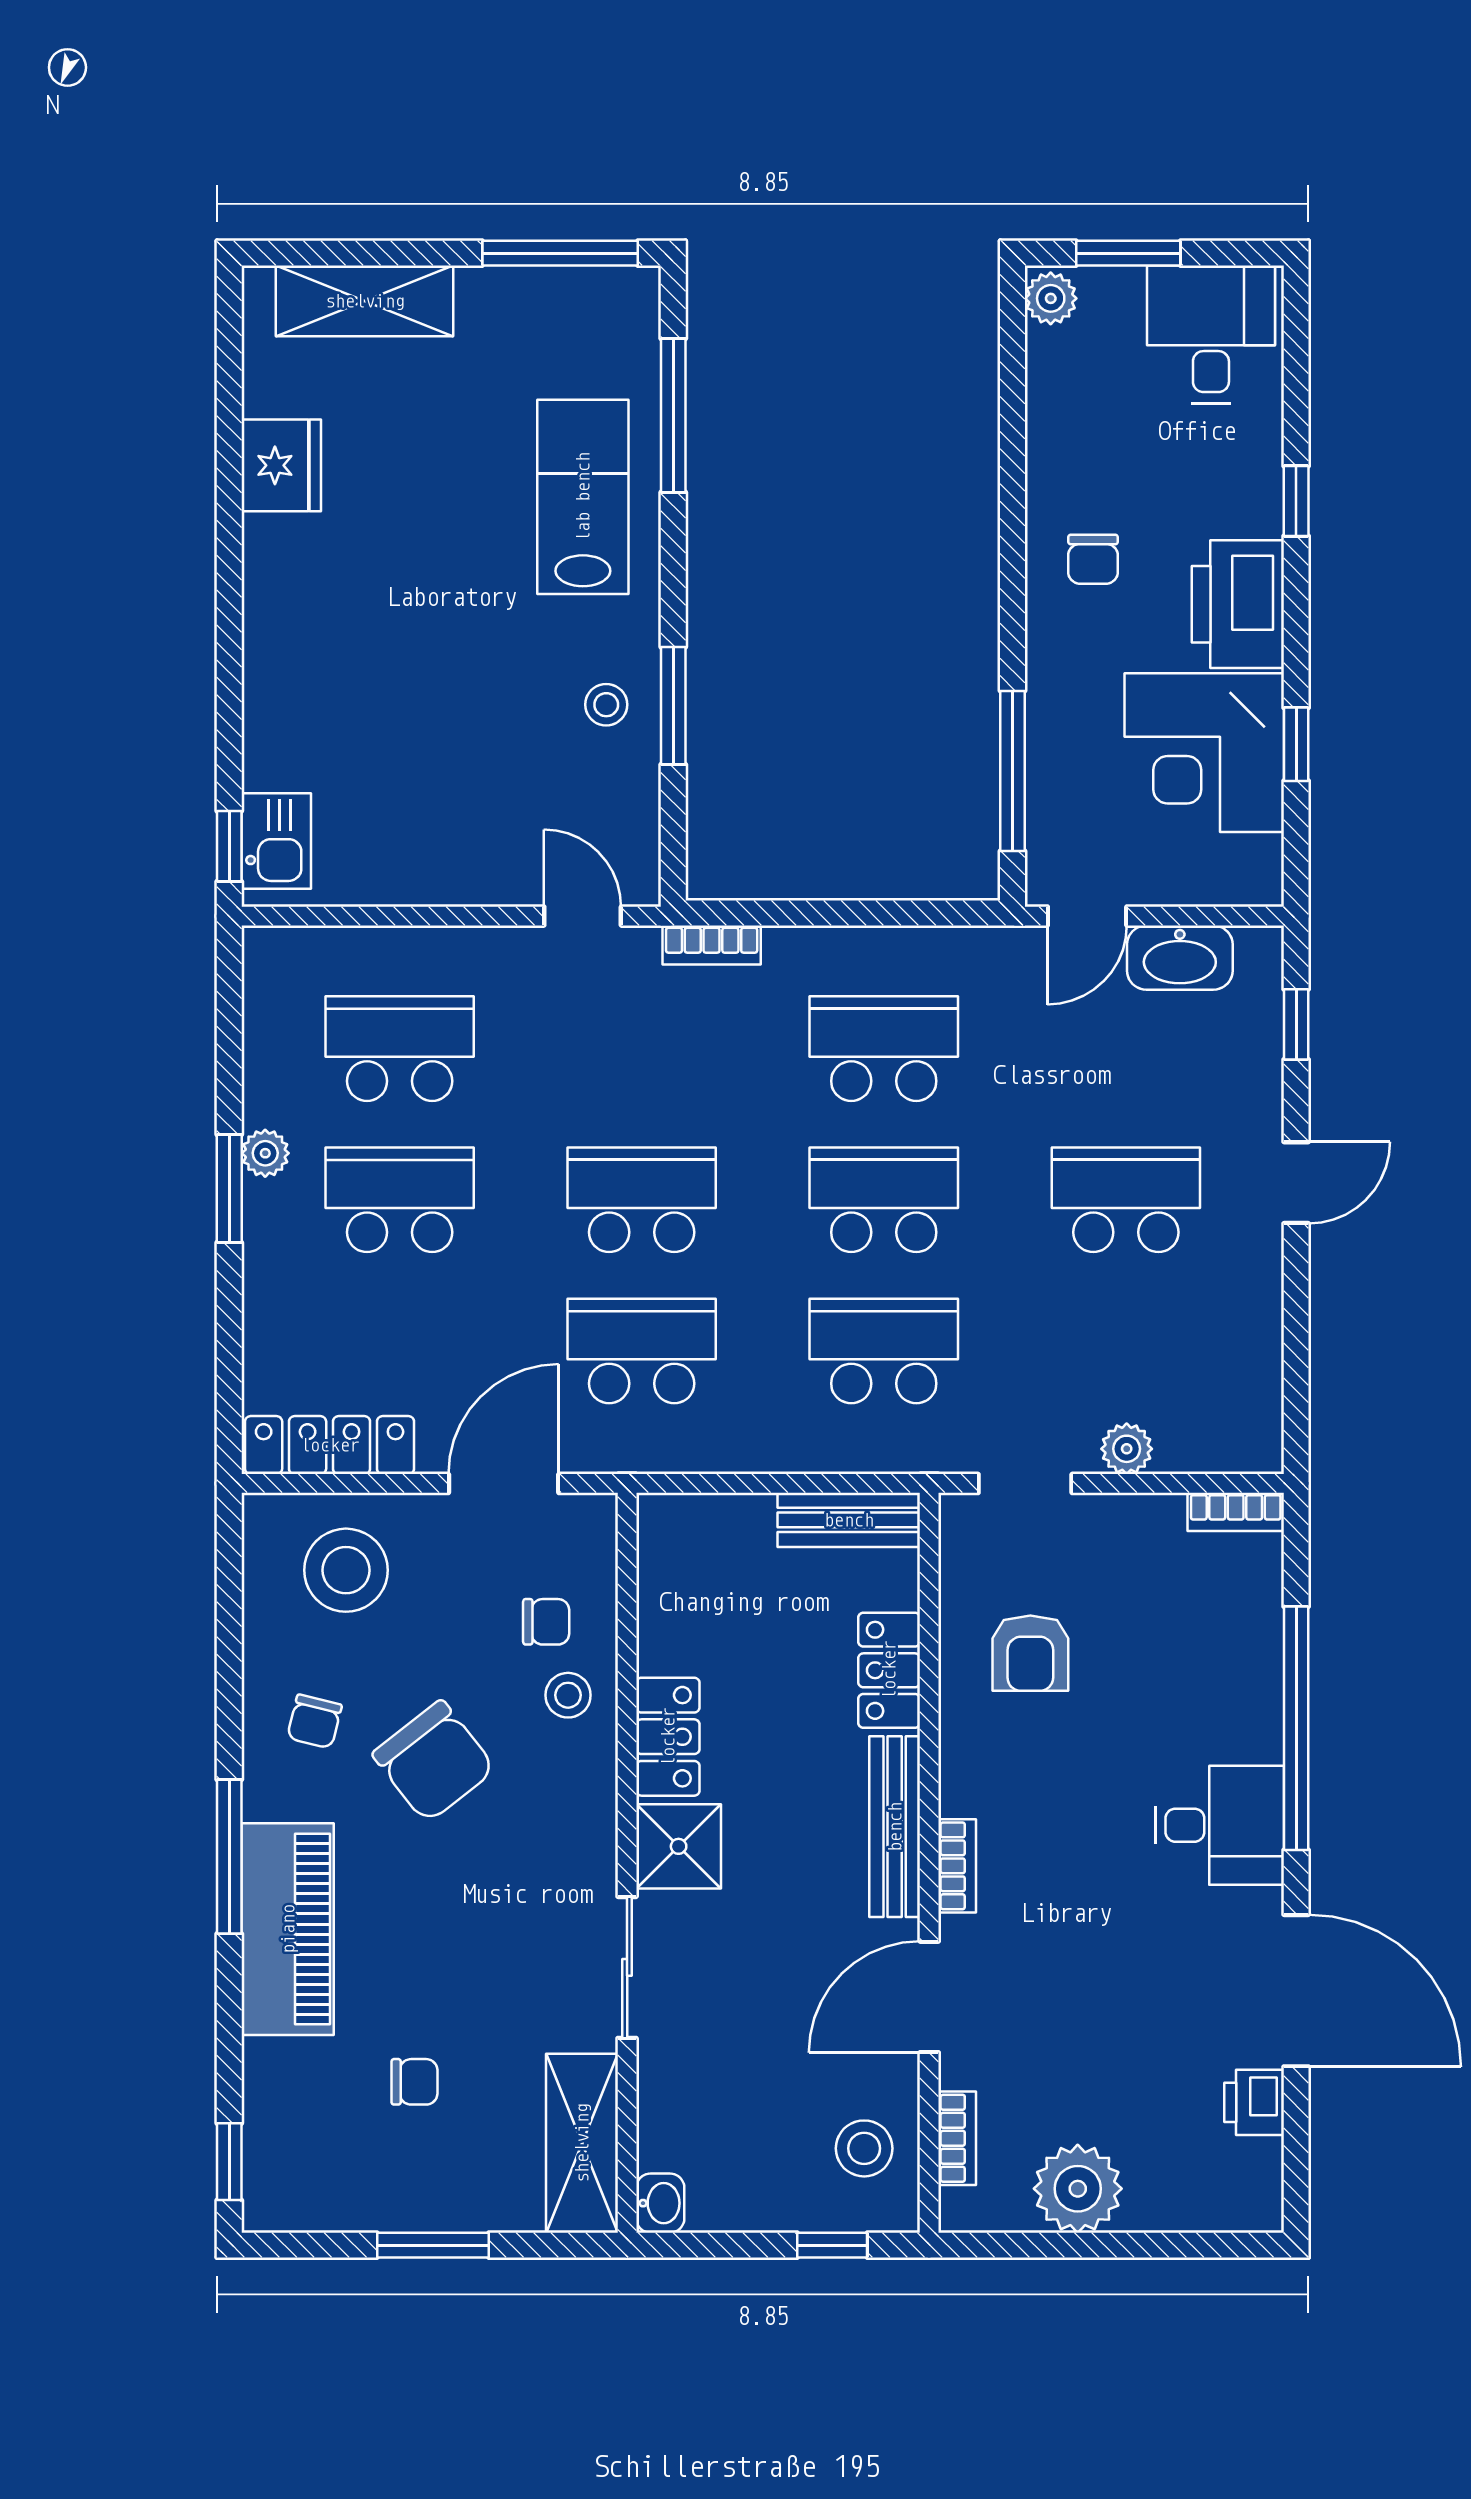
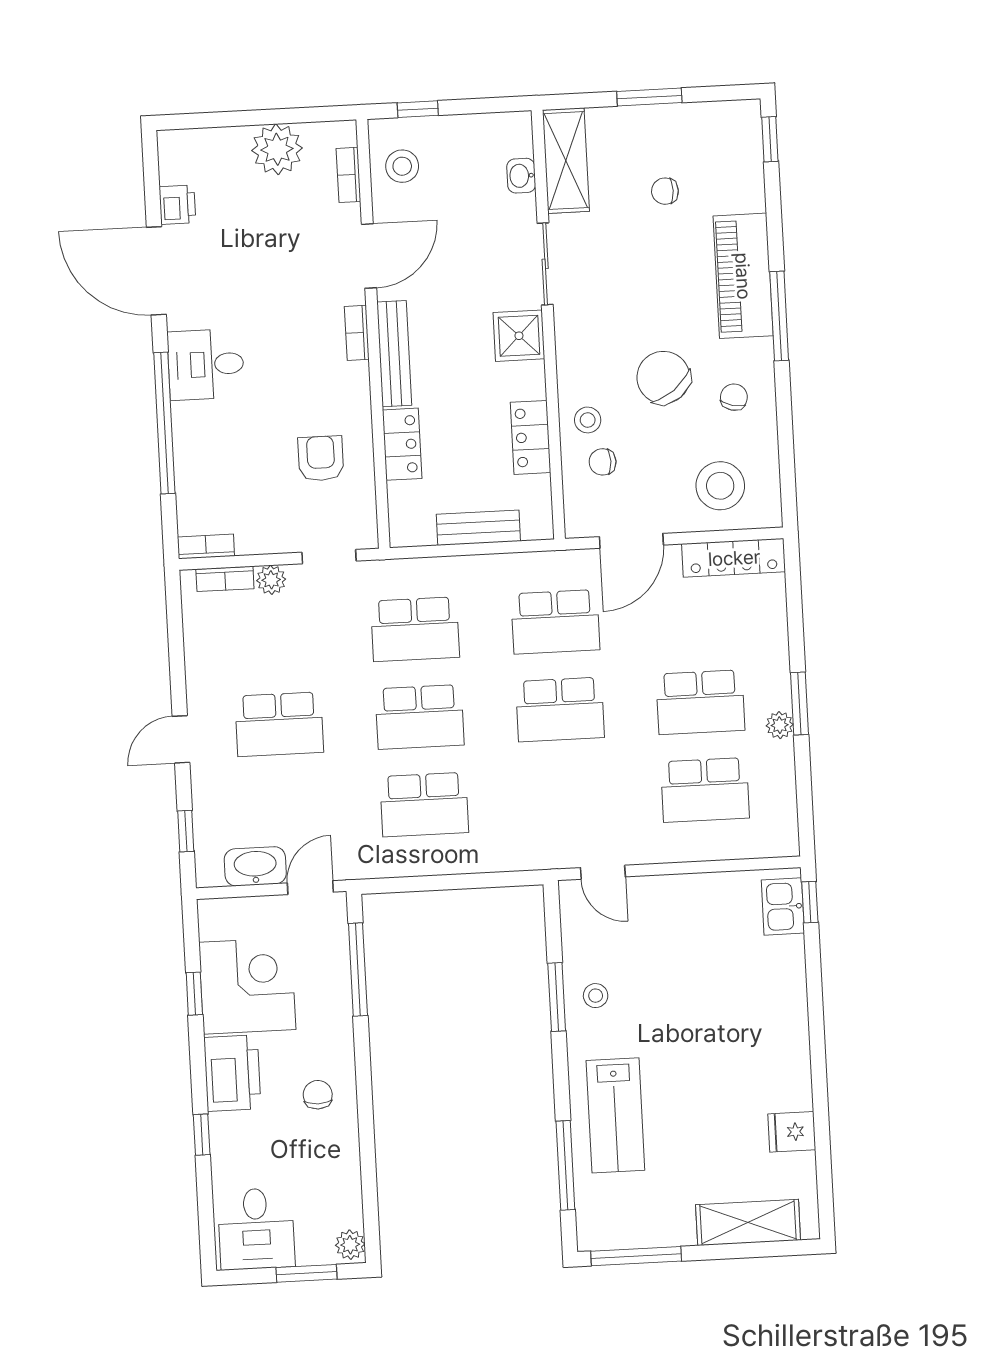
fridge: (281, 465) -> (792, 1132), width x0.72
bookcase: (712, 945) -> (225, 579), moved, turned 180
bench: (849, 1520) -> (478, 528), moved
locker: (668, 1737) -> (531, 437), moved
washbasin: (660, 2203) -> (521, 176), moved

